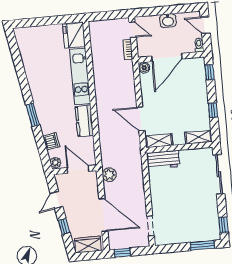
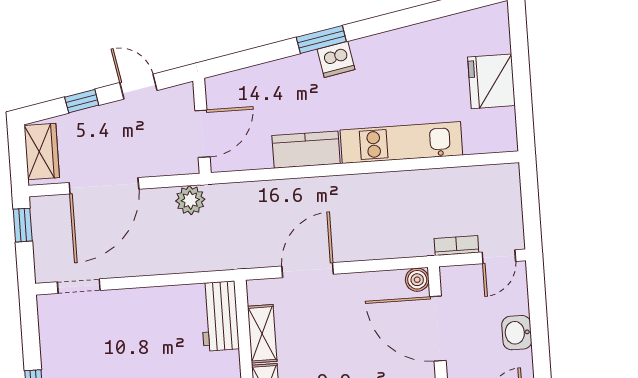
fridge: (74, 35) -> (492, 81), moved, turned -90
dishwasher: (51, 141) -> (336, 59), moved
shelving: (159, 141) -> (262, 334), moved
plant: (55, 163) -> (218, 86), removed

